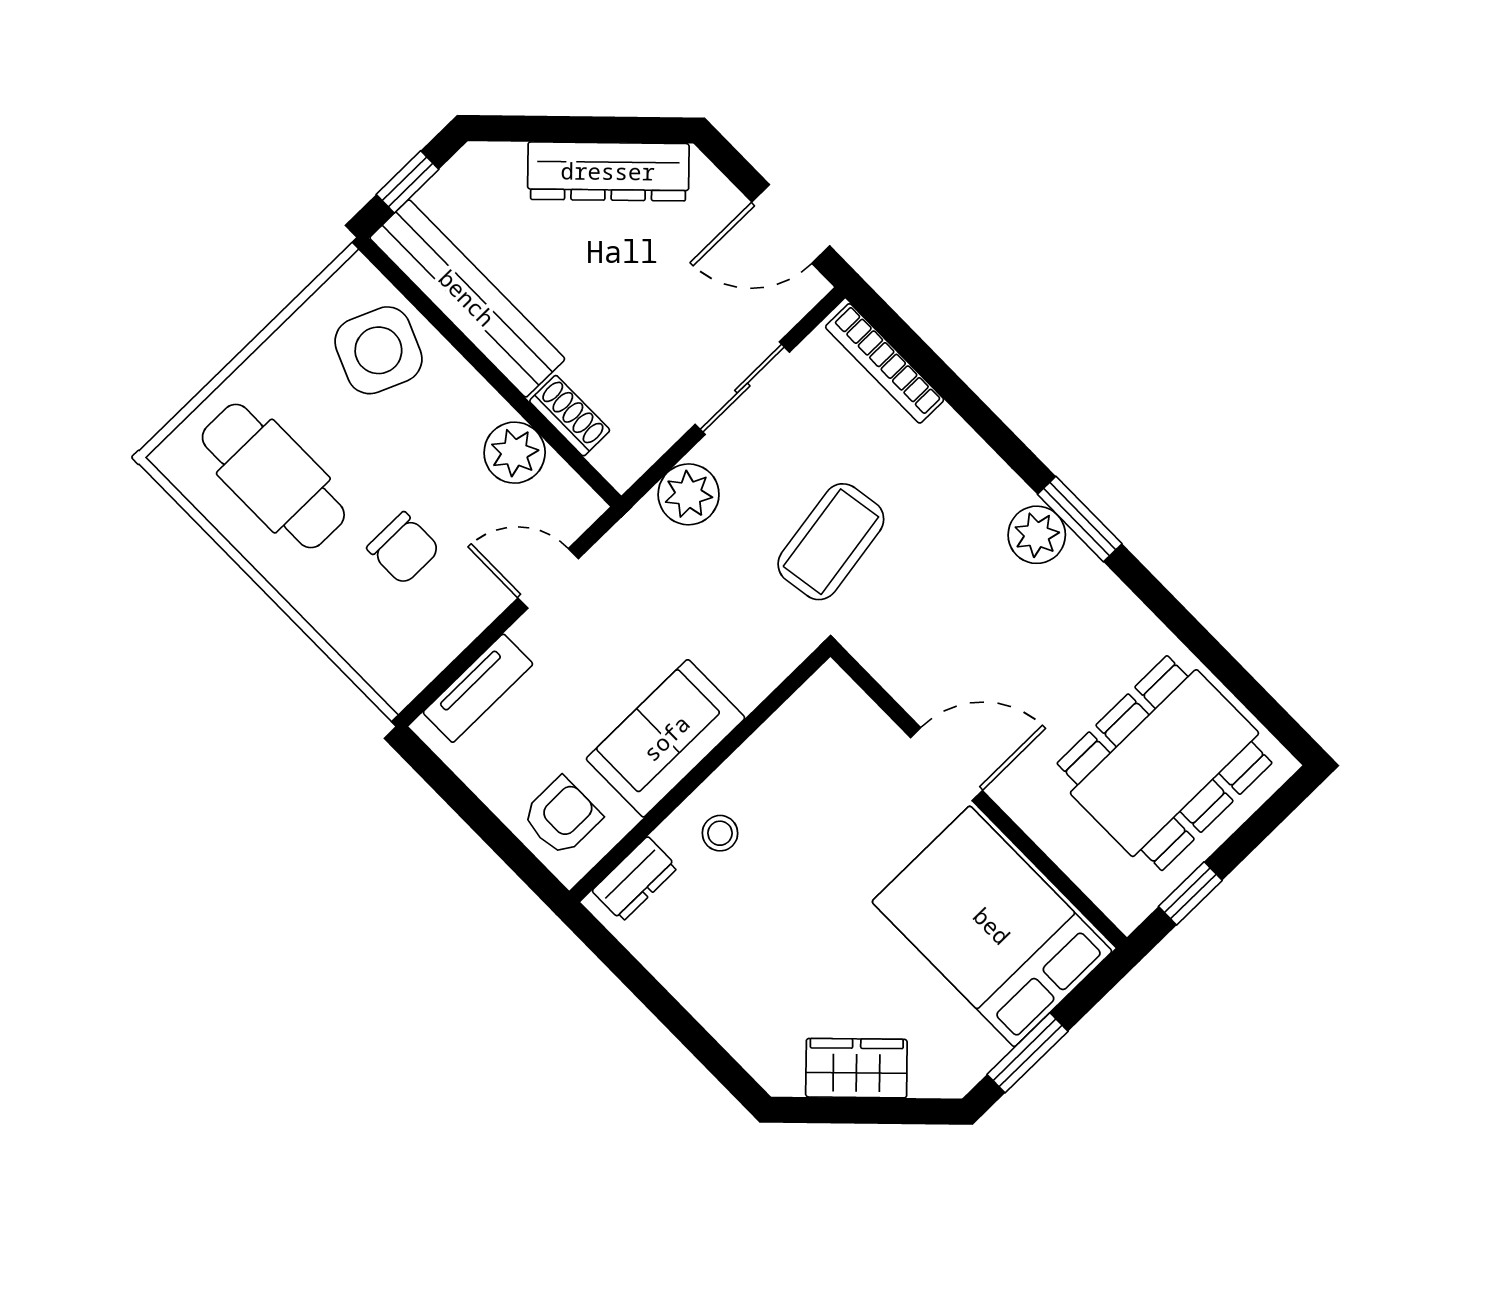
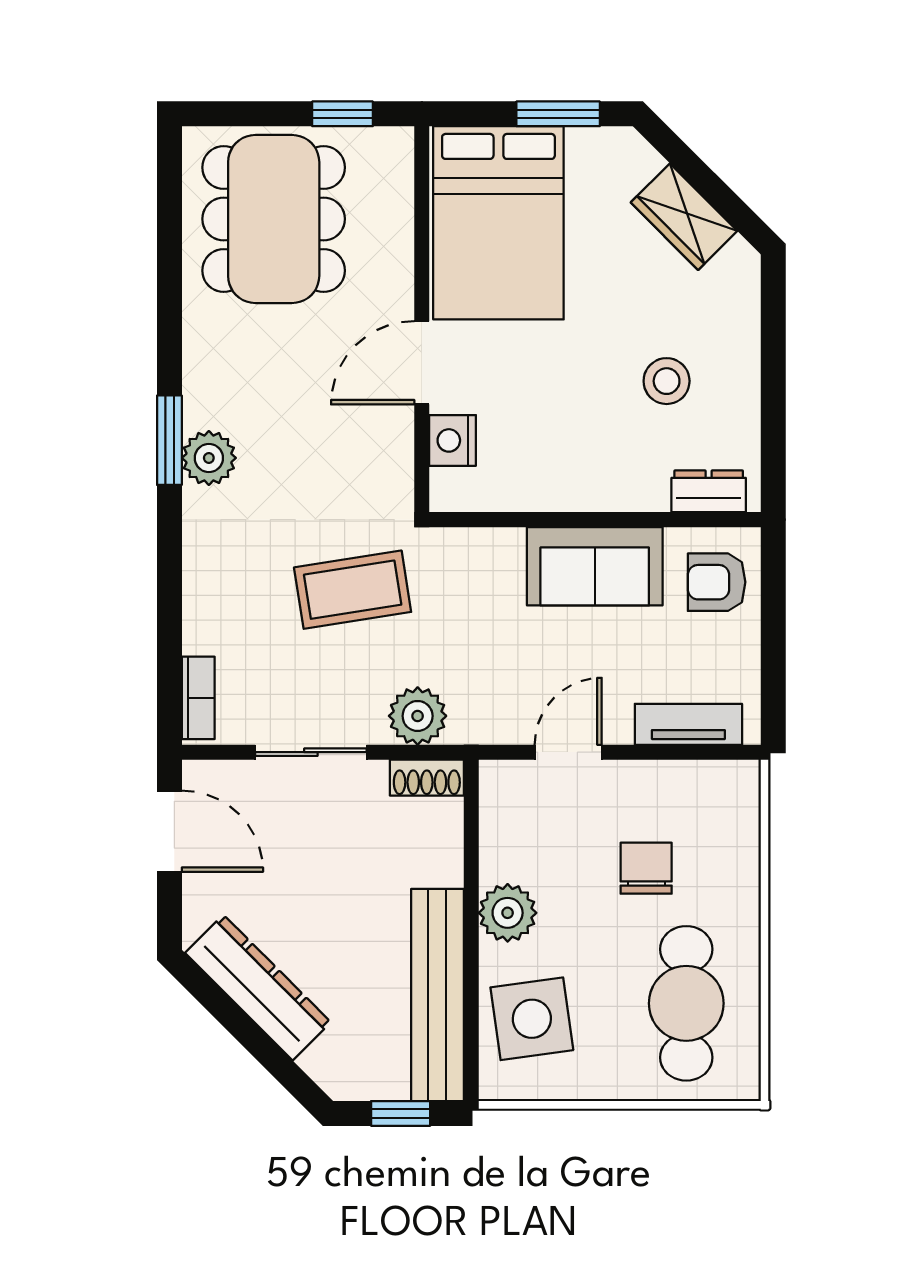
side table: (378, 350) -> (532, 1019), turned -31
bookcase: (885, 363) -> (198, 698), width x0.64
shoe rack: (570, 416) -> (427, 778), moved, turned -90
plant: (515, 453) -> (508, 913), moved
door: (548, 578) -> (568, 752), swing flipped
nightstand: (866, 728) -> (453, 440), added
dining table: (1164, 763) -> (274, 219), turned 90
door: (946, 764) -> (422, 363), hinge flipped
stool: (720, 833) -> (667, 381), moved, width x1.37, depth x1.37

